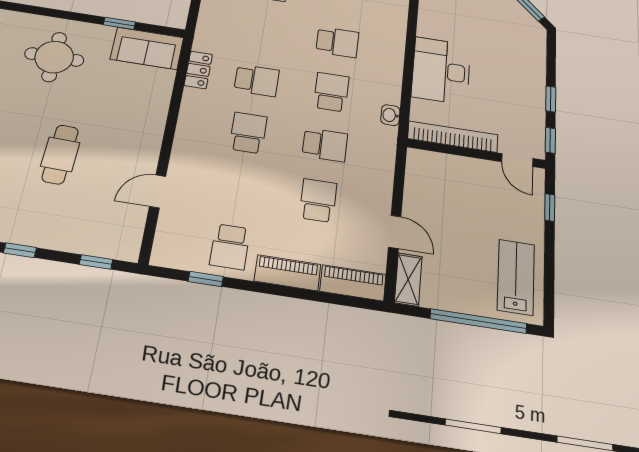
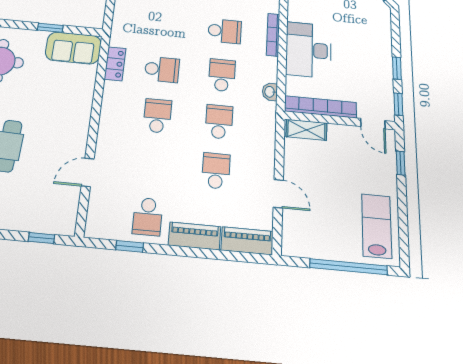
bookcase: (398, 50) -> (273, 35), added
school desk: (325, 145) -> (219, 122), turned -90
shelving: (408, 279) -> (306, 130), moved, turned 90

